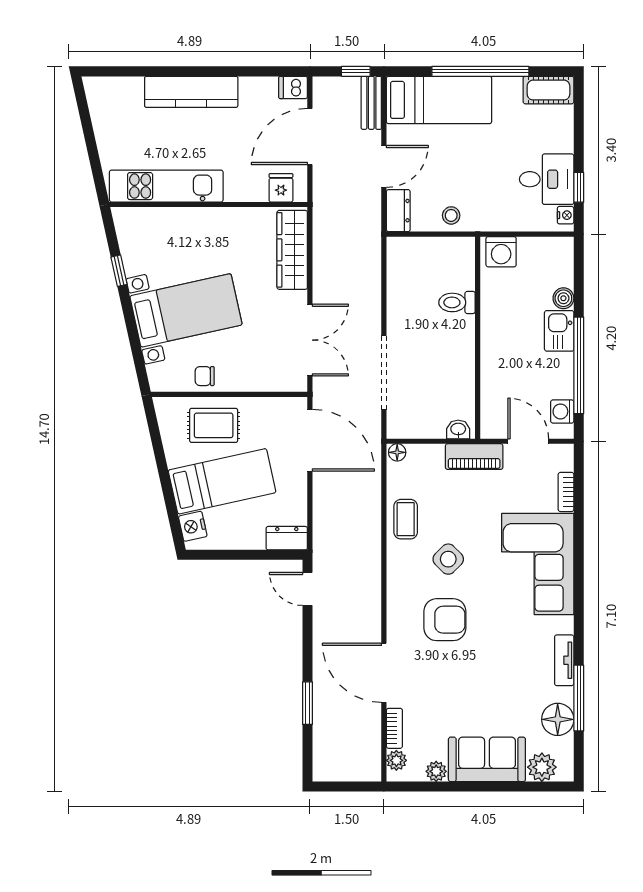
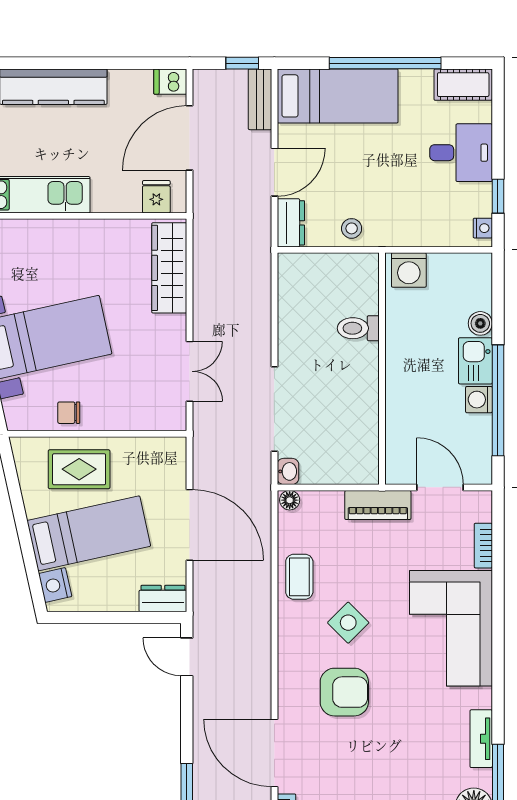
desk: (547, 179) -> (461, 153), moved
double door: (310, 340) -> (190, 371), width x0.73
washing machine: (562, 411) -> (479, 400), moved
washbasin: (458, 430) -> (288, 471), moved, turned 90
door: (310, 440) -> (190, 525), moved

